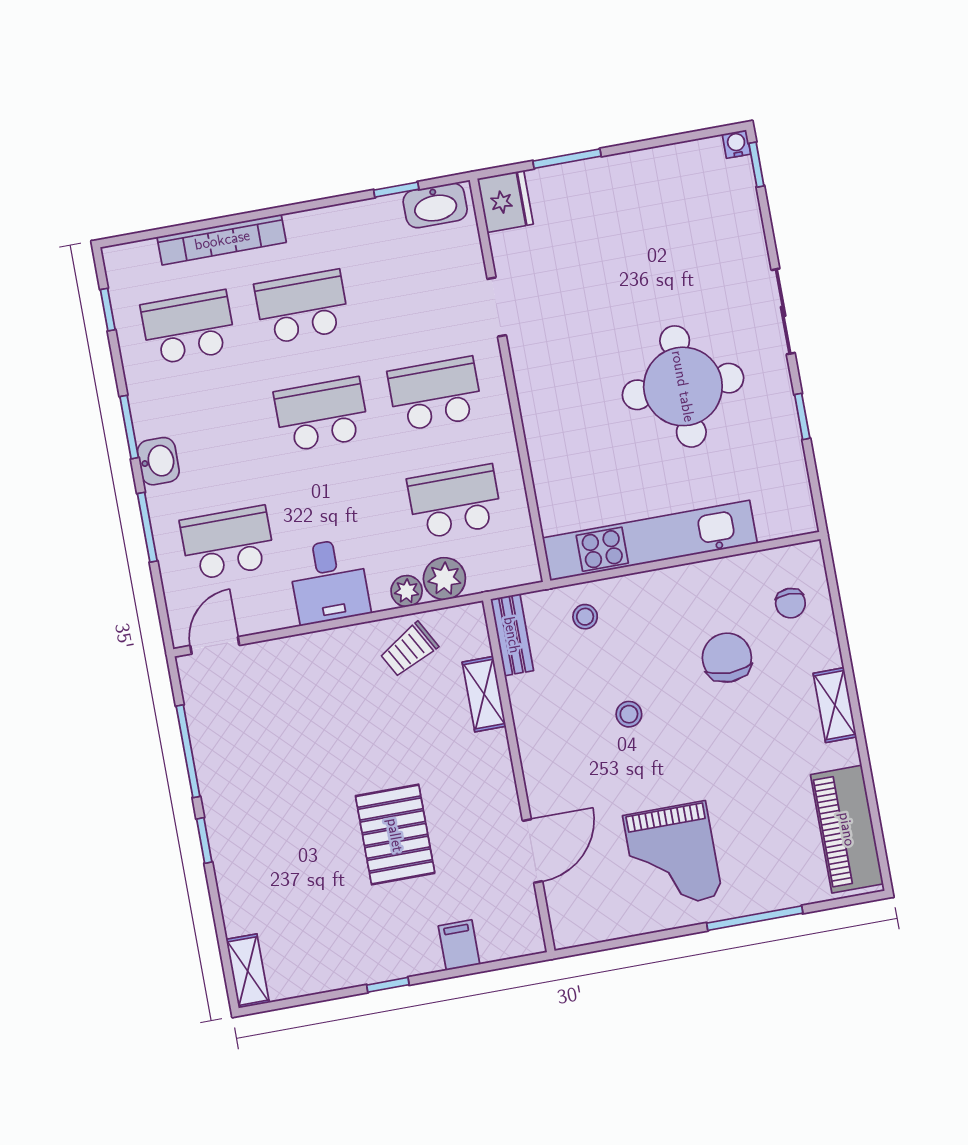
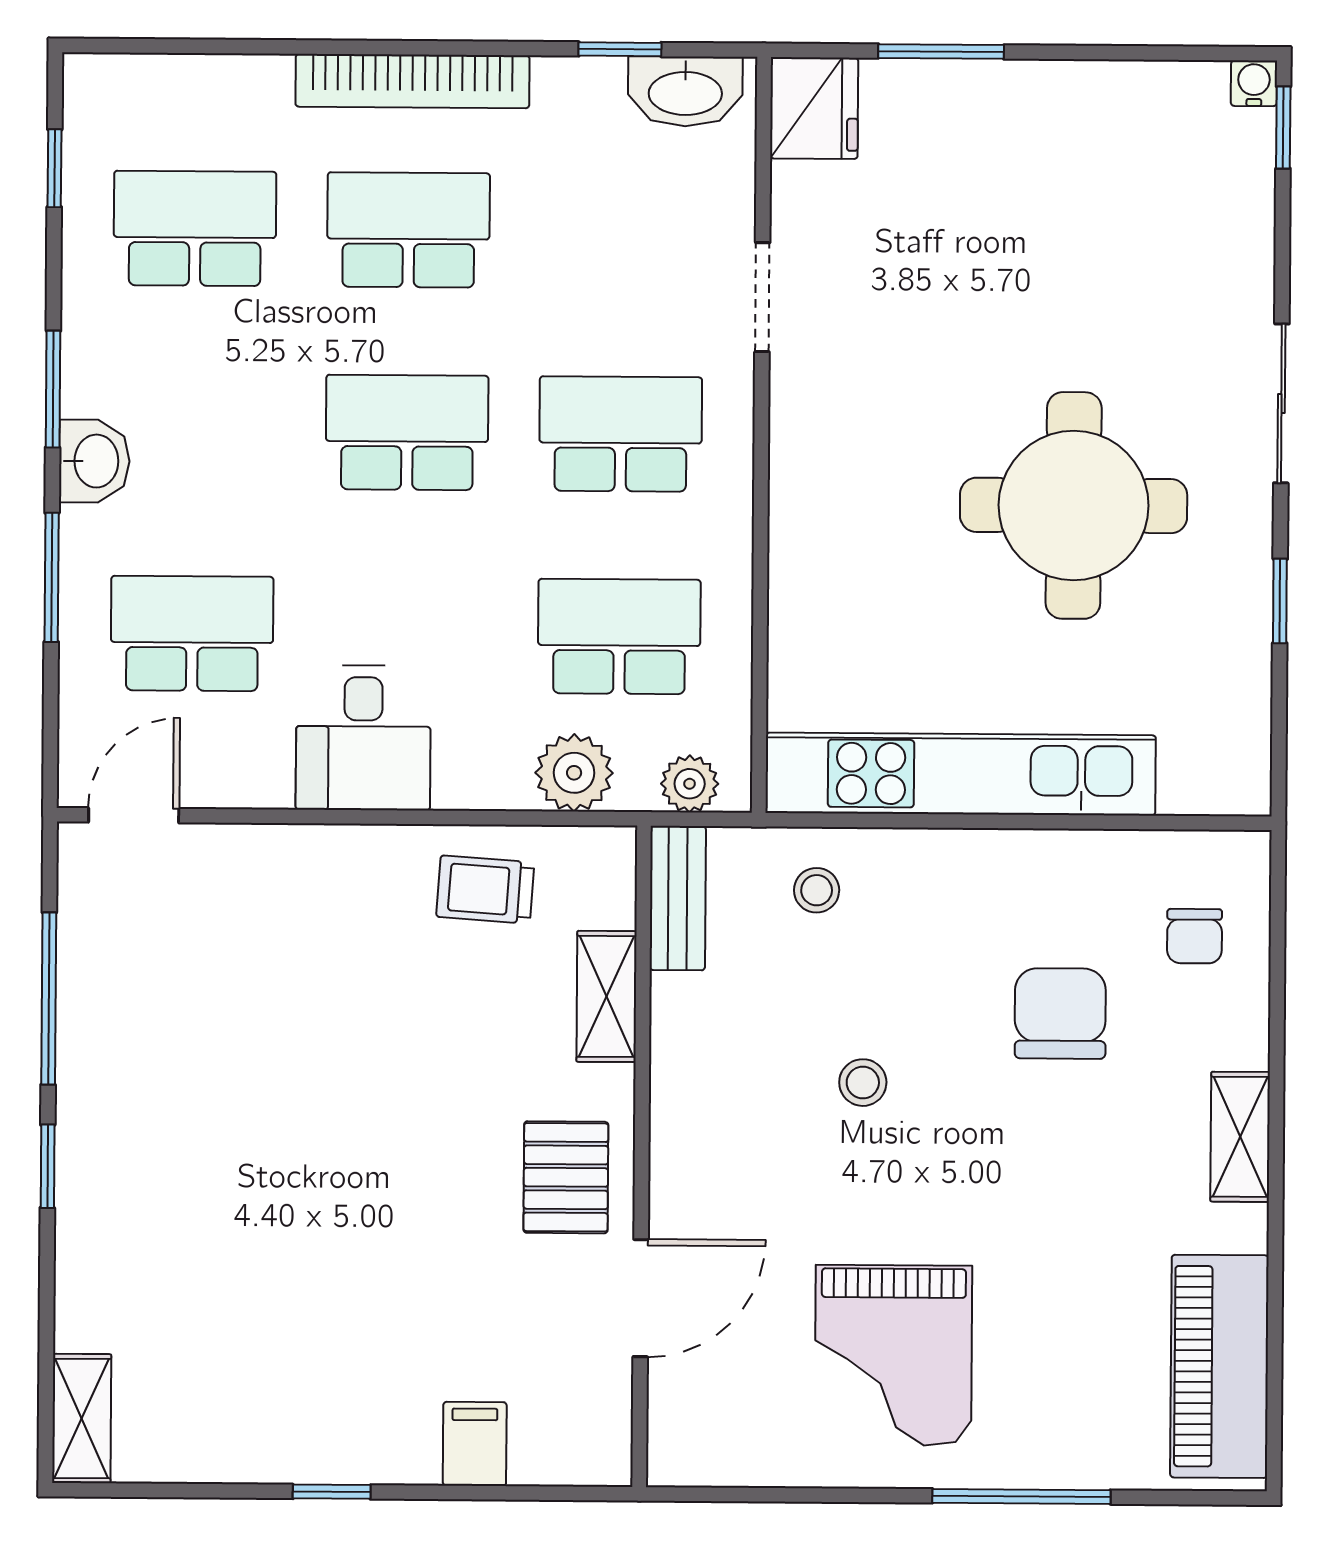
bookcase: (222, 240) -> (412, 81), moved
plant: (407, 591) -> (690, 784), moved
trolley: (409, 650) -> (485, 890), turned 33
pallet: (395, 835) -> (566, 1177), moved, width x0.67, depth x0.71

